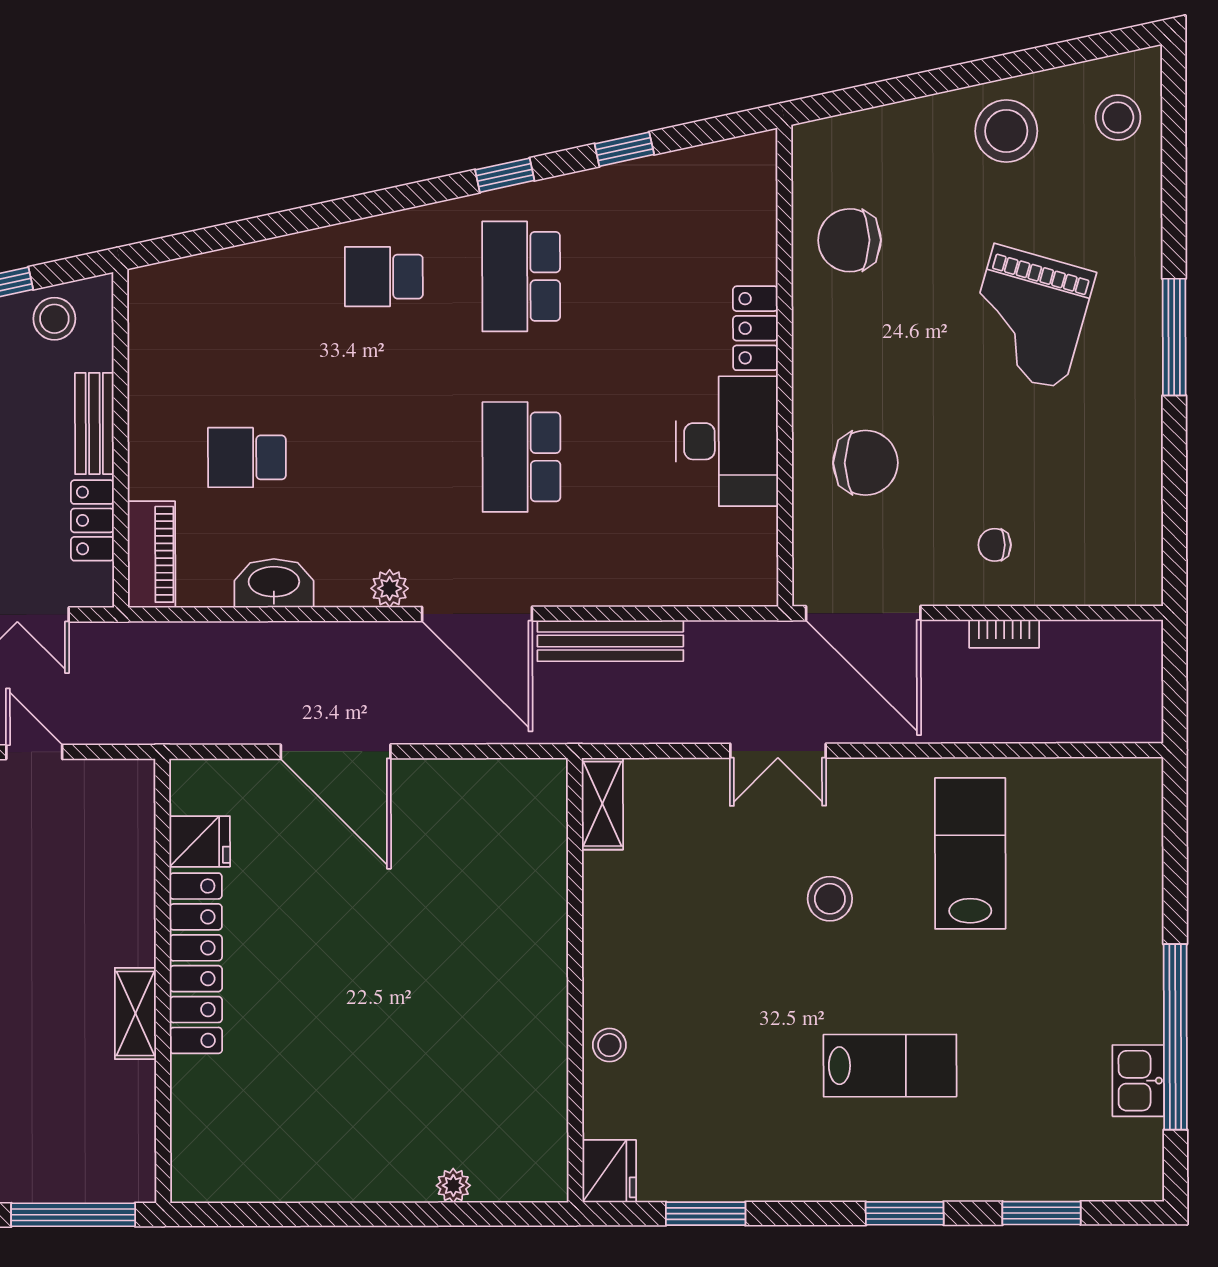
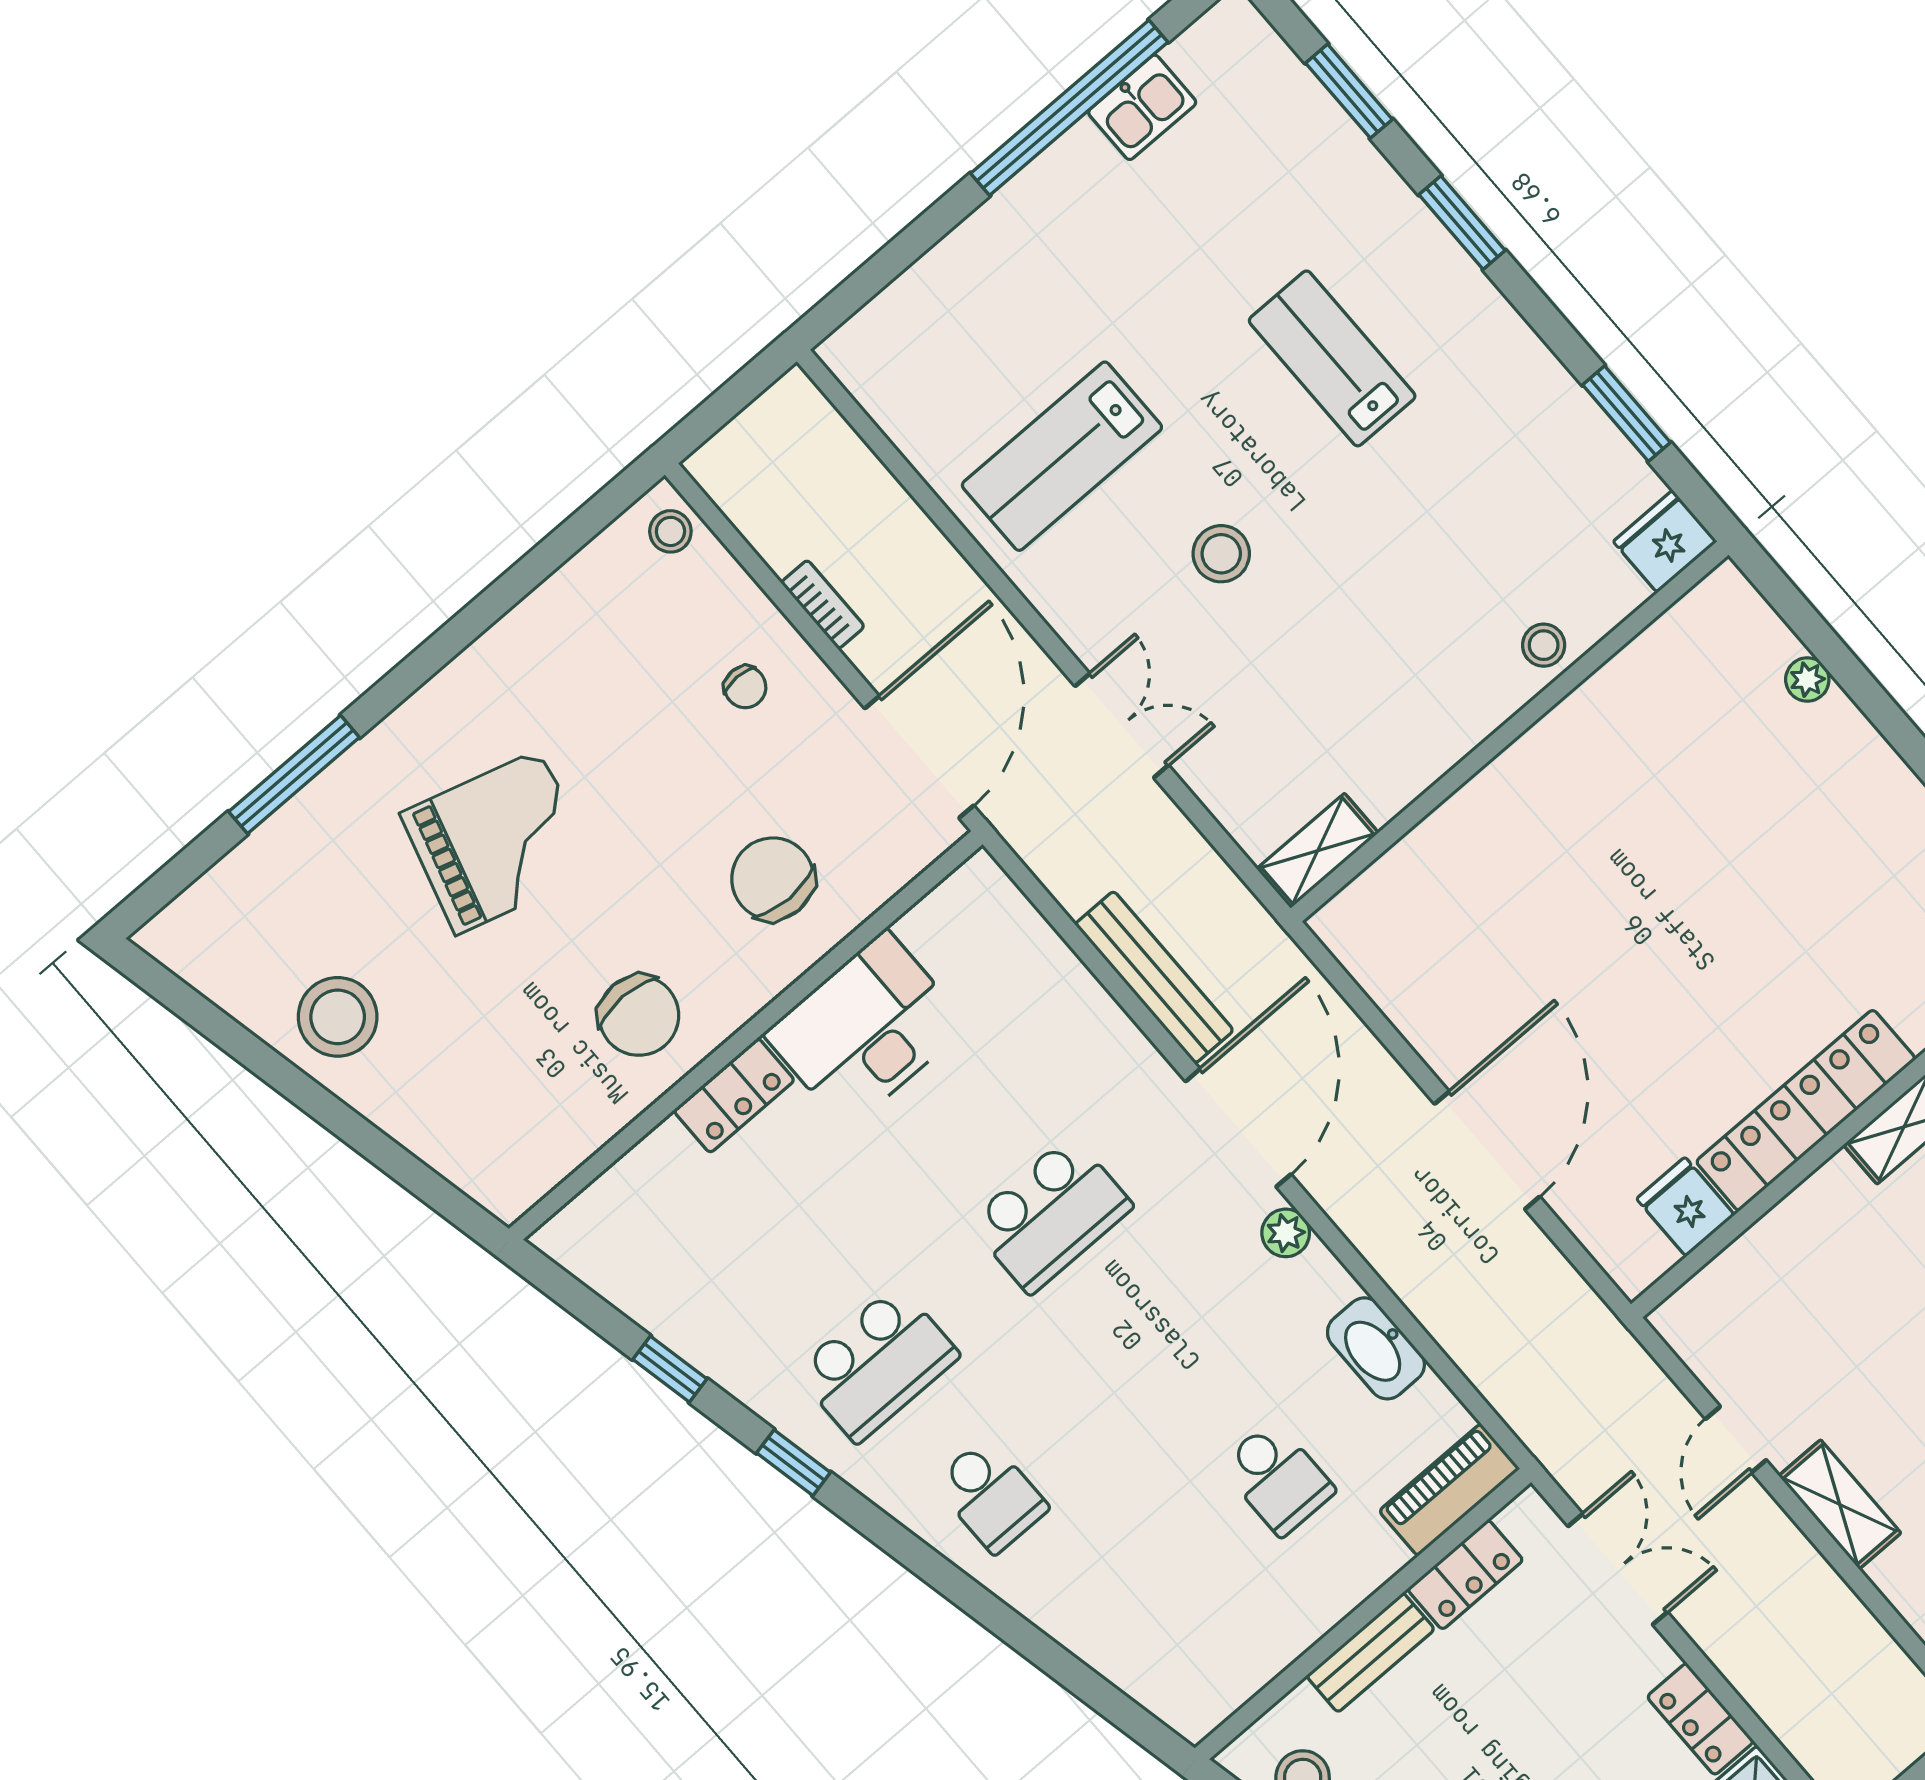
stool: (1118, 118) -> (670, 531), moved, width x0.73, depth x0.73
chair: (850, 240) -> (639, 1016), moved
window: (1174, 337) -> (294, 775), moved

